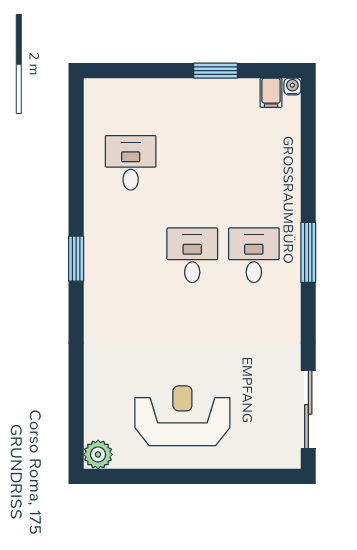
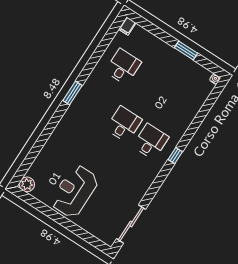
filing cabinet: (271, 93) -> (127, 26), moved
window: (308, 252) -> (175, 156), width x0.46
reception desk: (182, 416) -> (75, 191), turned -90

